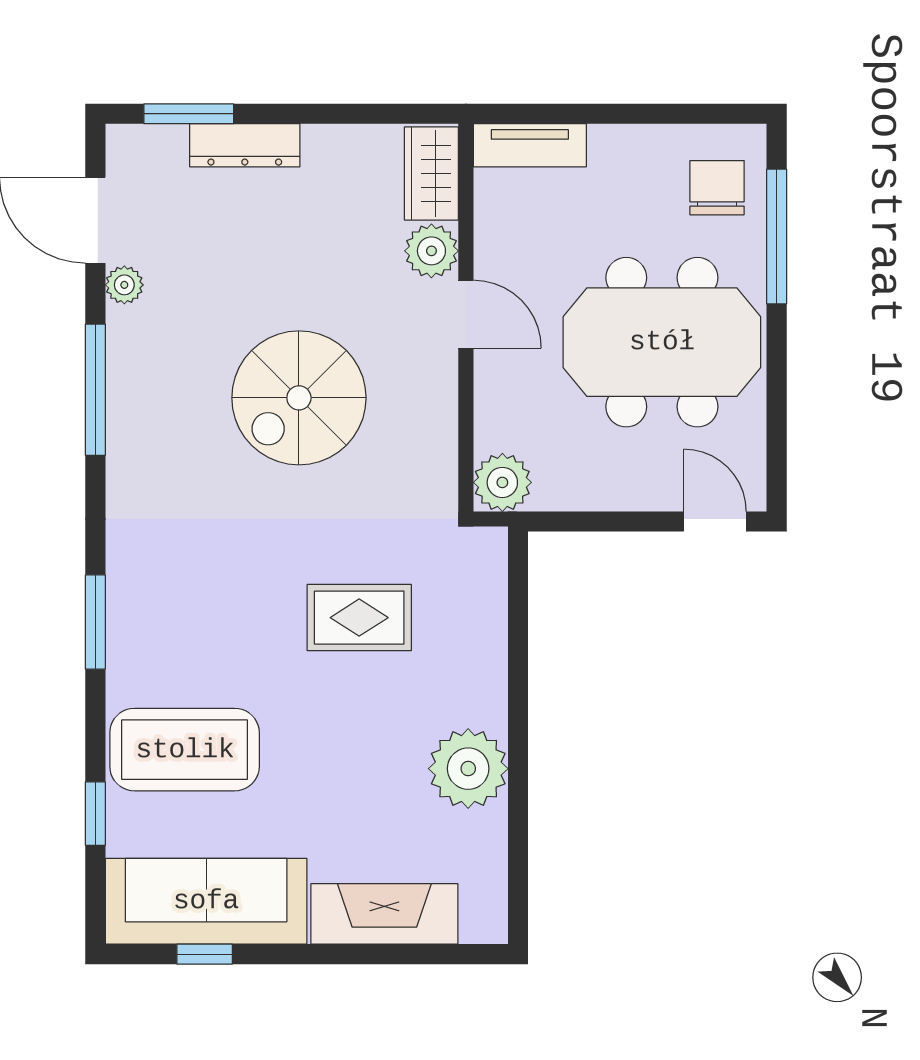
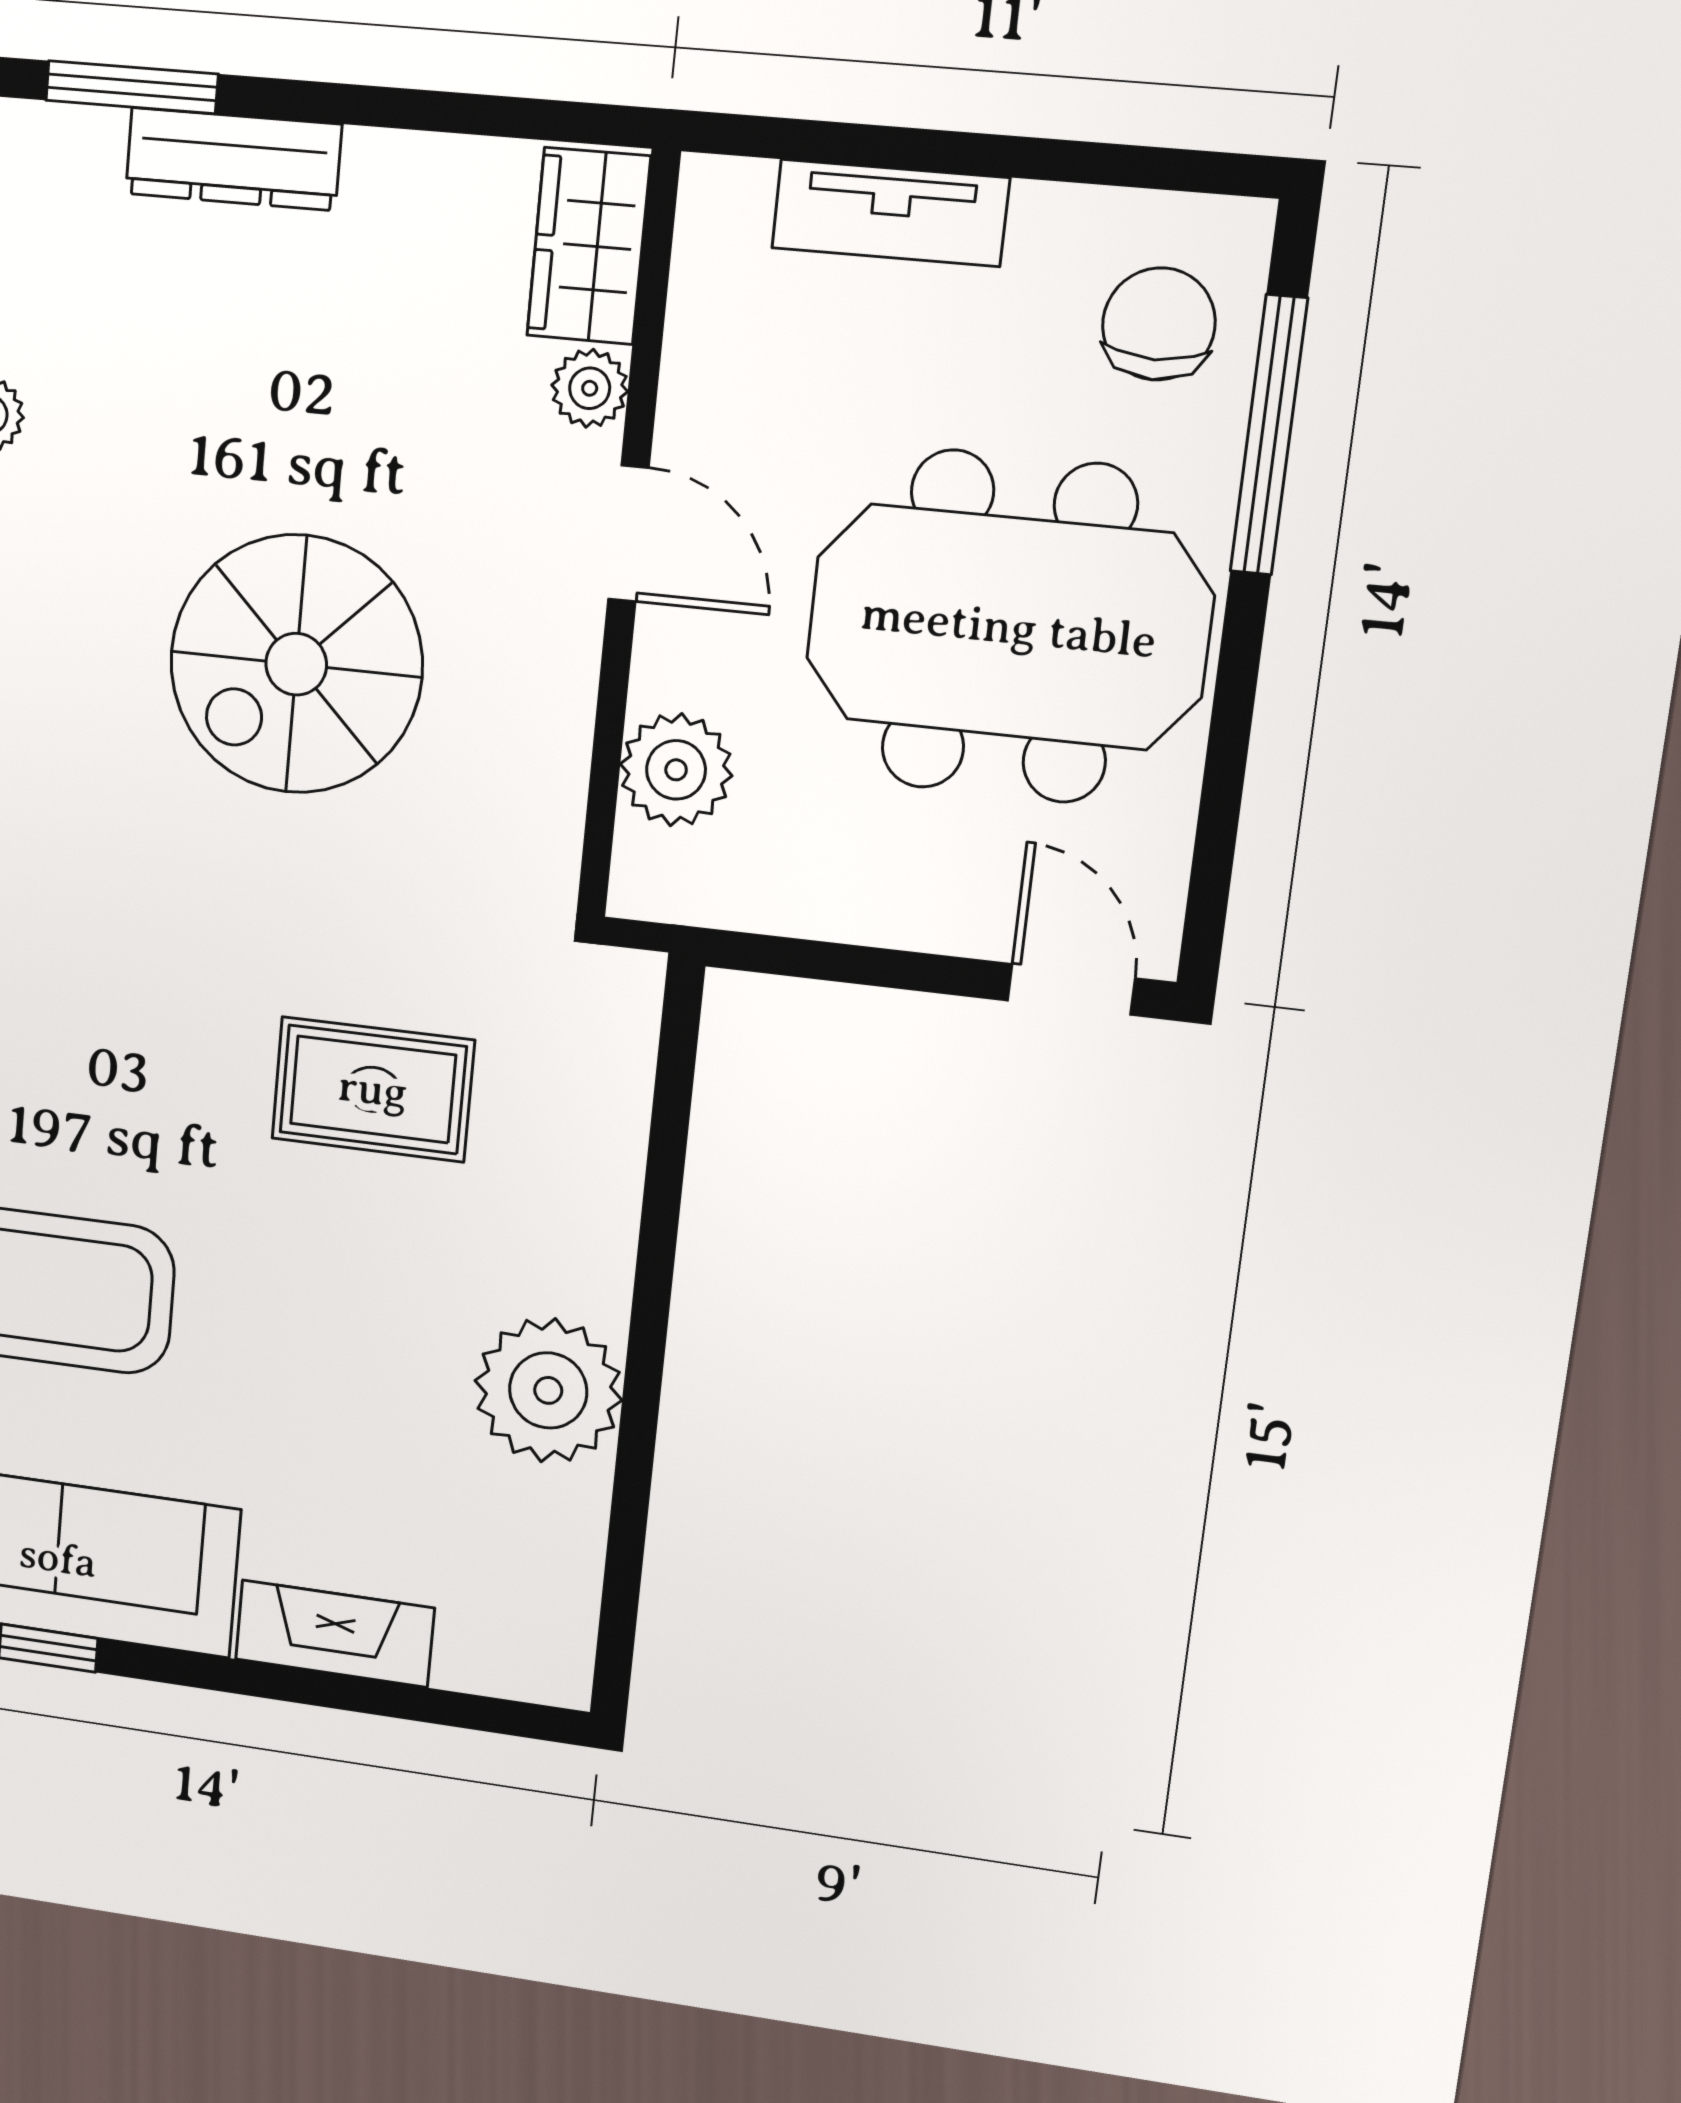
tv unit: (530, 145) -> (890, 213), moved
plant: (431, 251) -> (590, 388), width x0.73, depth x0.73
plant: (502, 482) -> (676, 770), moved
fireplace: (384, 914) -> (335, 1634), width x0.73, depth x0.76

